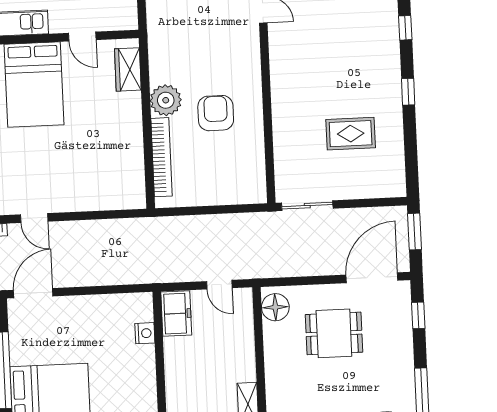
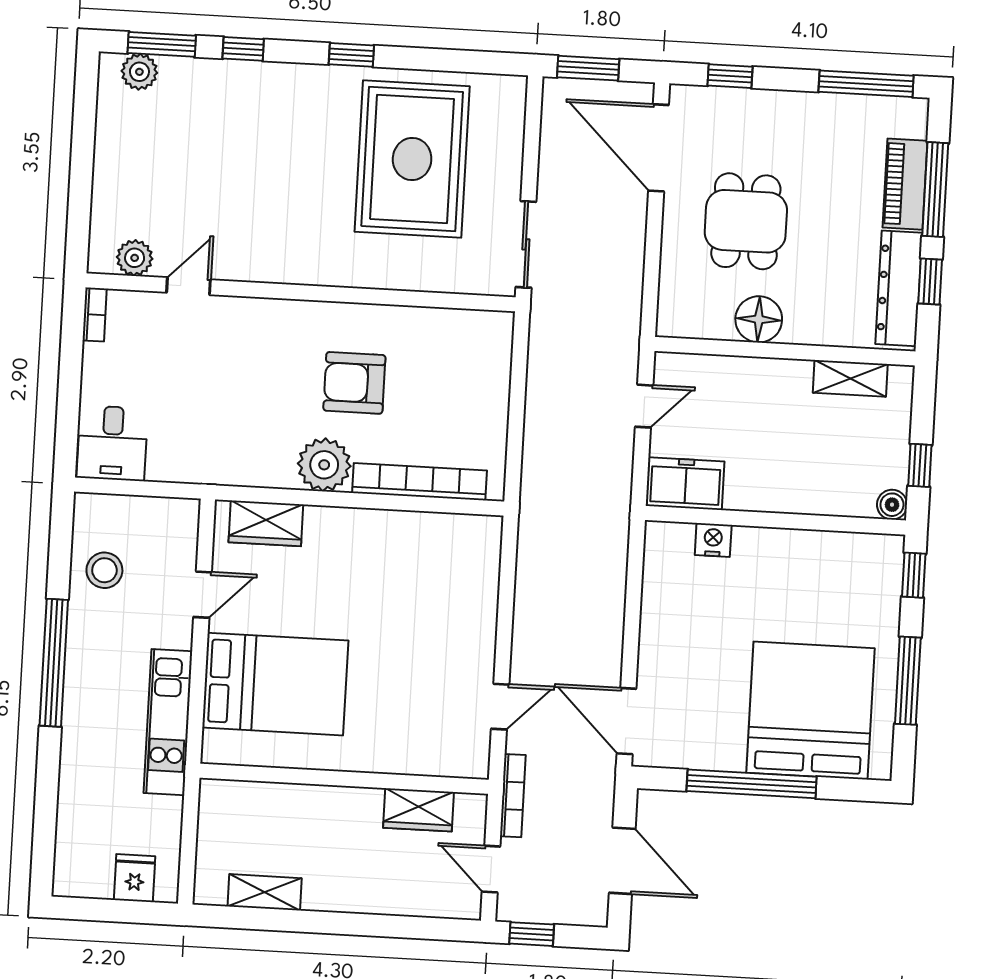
rug: (351, 134) -> (412, 159), width x1.86, depth x2.06
floor lamp: (275, 307) -> (759, 319), moved

